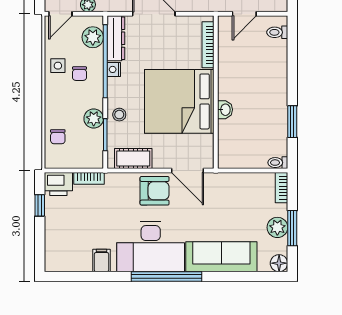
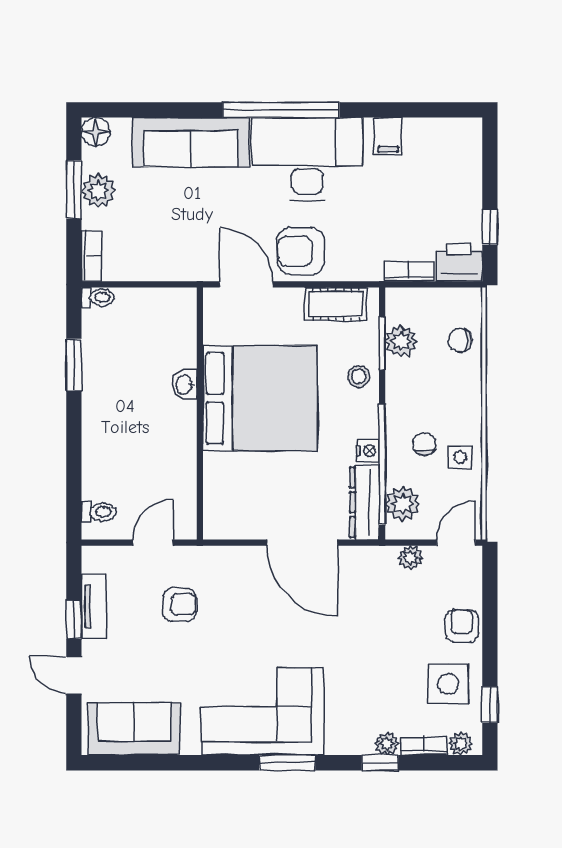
bookcase: (208, 45) -> (213, 491), removed
plant: (94, 119) -> (401, 341), moved
chair: (58, 137) -> (460, 340), turned -90

